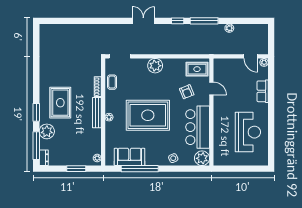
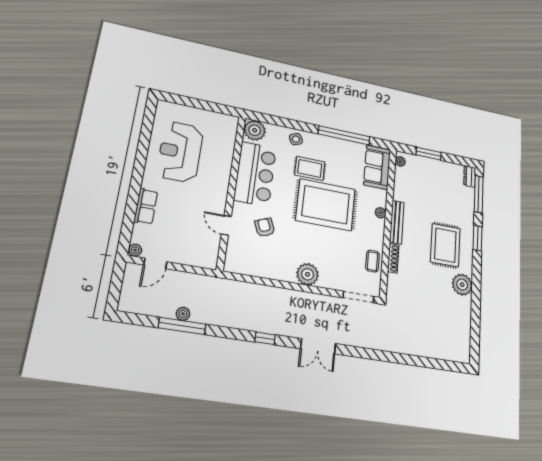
window: (204, 21) -> (182, 326), moved
door: (251, 56) -> (155, 263), swing flipped
rug: (197, 69) -> (310, 168), moved
plant: (47, 131) -> (462, 285), moved
sofa: (129, 157) -> (377, 167), moved, turned 90

